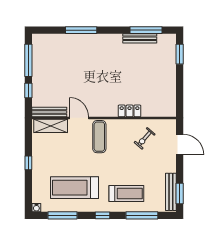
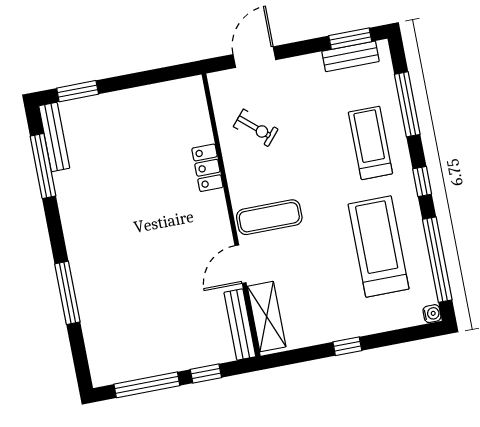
bench: (140, 38) -> (54, 137), moved
treadmill: (75, 188) -> (378, 247), turned 180
bench: (171, 192) -> (351, 56), width x0.73
window: (63, 215) -> (437, 260), width x1.46

